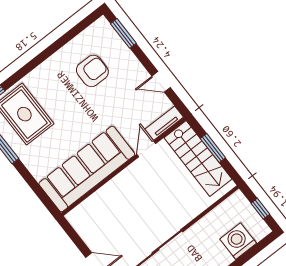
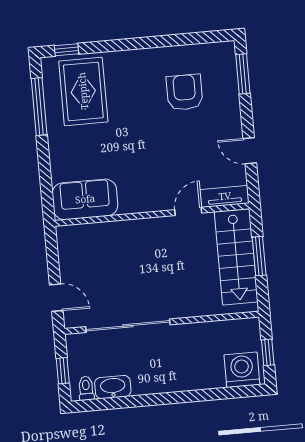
armchair: (92, 71) -> (185, 92), turned -90
sofa: (87, 169) -> (85, 199), width x0.54, depth x0.79
washing machine: (238, 241) -> (242, 370), moved

